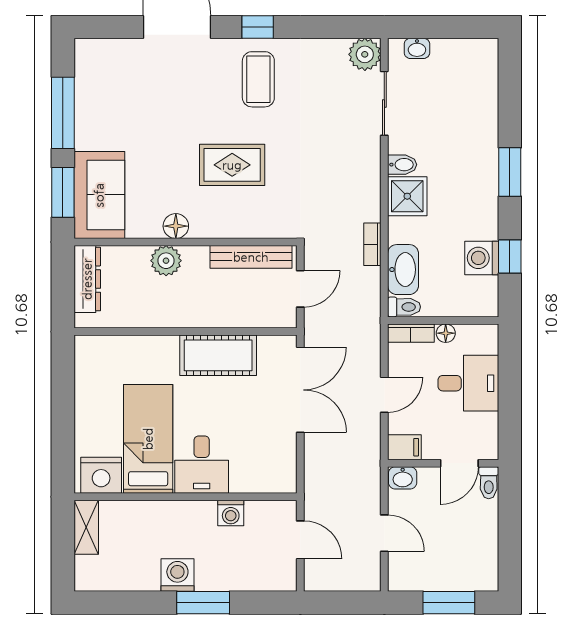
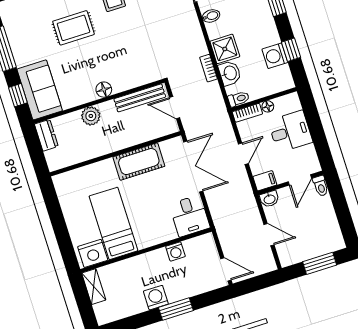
rug: (232, 165) -> (73, 28), moved
window: (63, 192) -> (18, 95), width x0.67
shower: (407, 196) -> (225, 49), moved
floor lamp: (176, 226) -> (104, 90), moved
washbasin: (403, 270) -> (230, 73), width x0.72
dresser: (87, 279) -> (46, 135), width x0.70
door: (300, 289) -> (175, 108), swing flipped
desk: (202, 465) -> (190, 216), moved
door: (300, 540) -> (226, 269), moved

